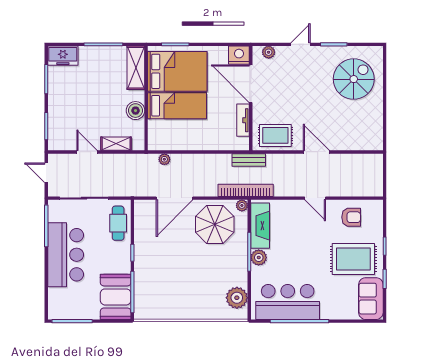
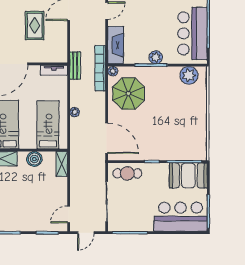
bed: (177, 106) -> (48, 125), moved
tv unit: (243, 120) -> (54, 70), moved
rug: (275, 135) -> (35, 26), moved
shelving: (116, 144) -> (62, 164), moved
door: (87, 152) -> (69, 214), moved
plant: (164, 159) -> (75, 112), moved
door: (175, 198) -> (107, 138), moved
fireplace: (260, 226) -> (116, 45), moved, turned 90
bar counter: (66, 255) -> (181, 217), moved

